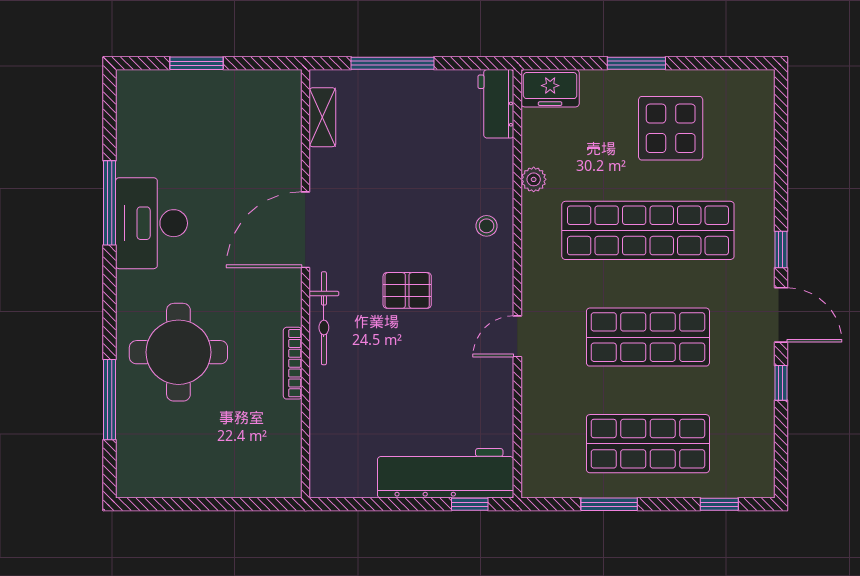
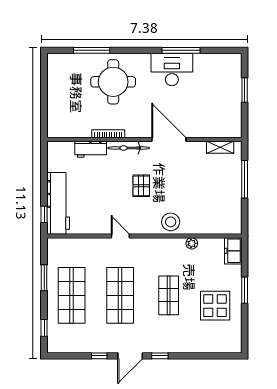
workbench: (496, 104) -> (91, 149), moved, turned 180
stool: (487, 226) -> (171, 222), width x1.89, depth x1.89
shop shelf: (648, 230) -> (169, 295), width x0.50, depth x0.74

